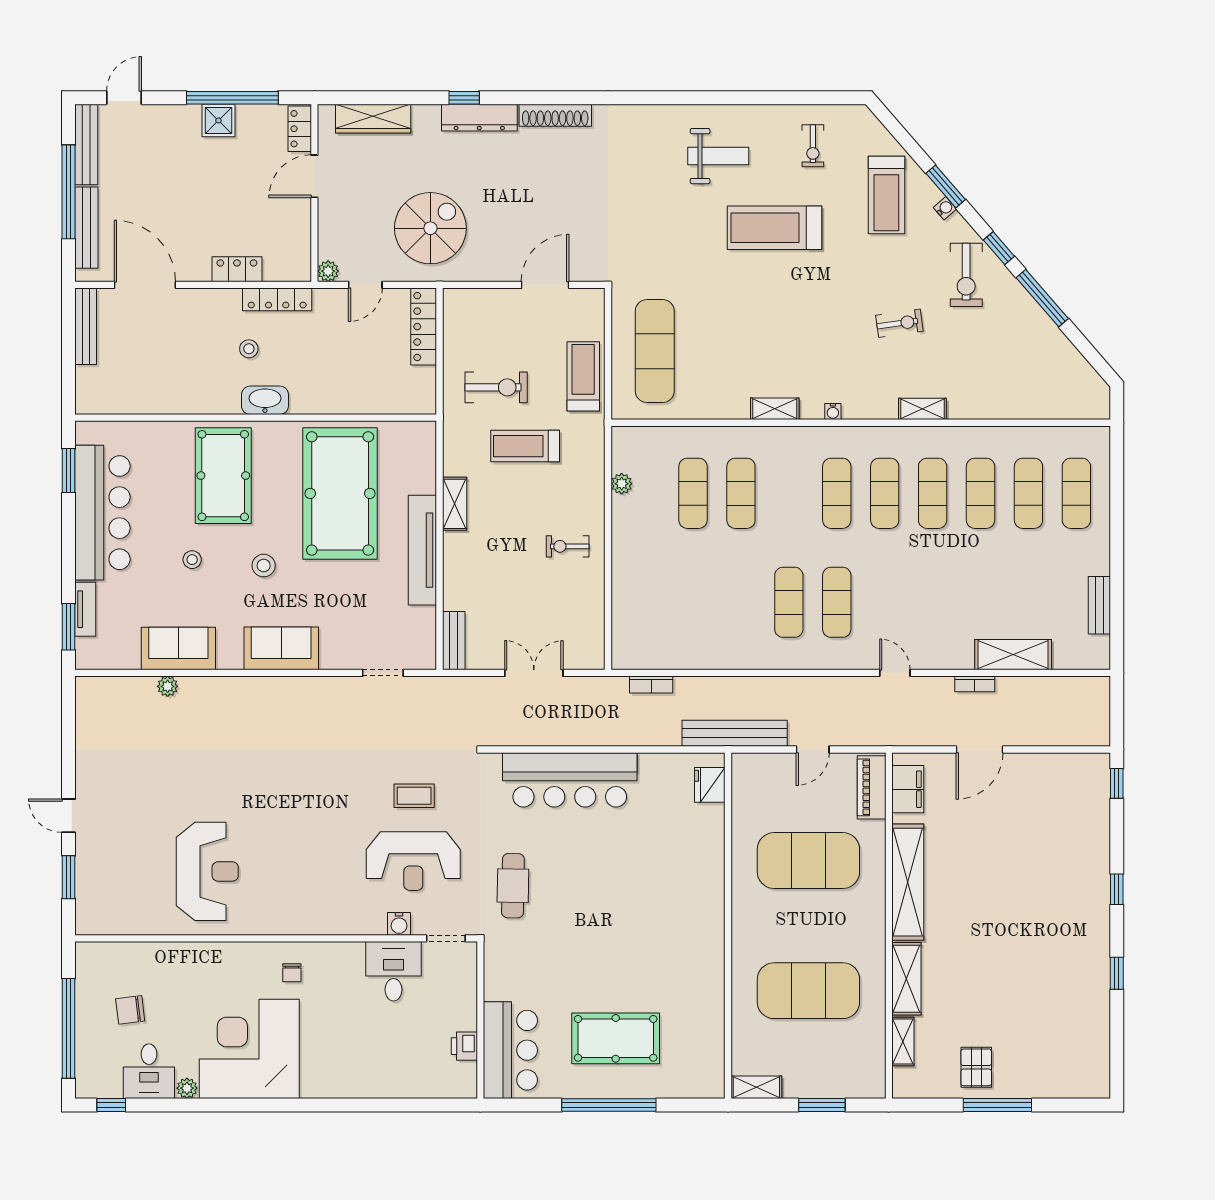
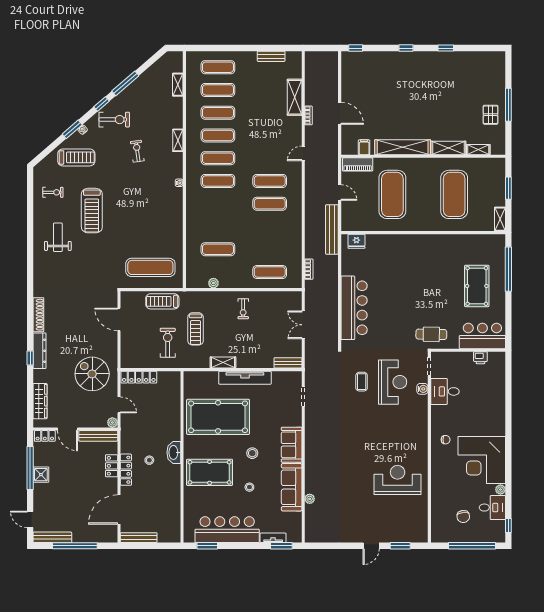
bench: (86, 228) -> (98, 436), moved
locker: (277, 299) -> (126, 470), moved
shelving: (775, 409) -> (178, 85), moved
exercise mat: (741, 493) -> (270, 272), moved
sofa: (178, 648) -> (292, 487), width x1.36
filing cabinet: (908, 789) -> (364, 147), width x0.50
cafe table: (513, 886) -> (431, 334), moved
pallet: (976, 1067) -> (491, 115), turned 90
window: (609, 1105) -> (508, 269), moved

